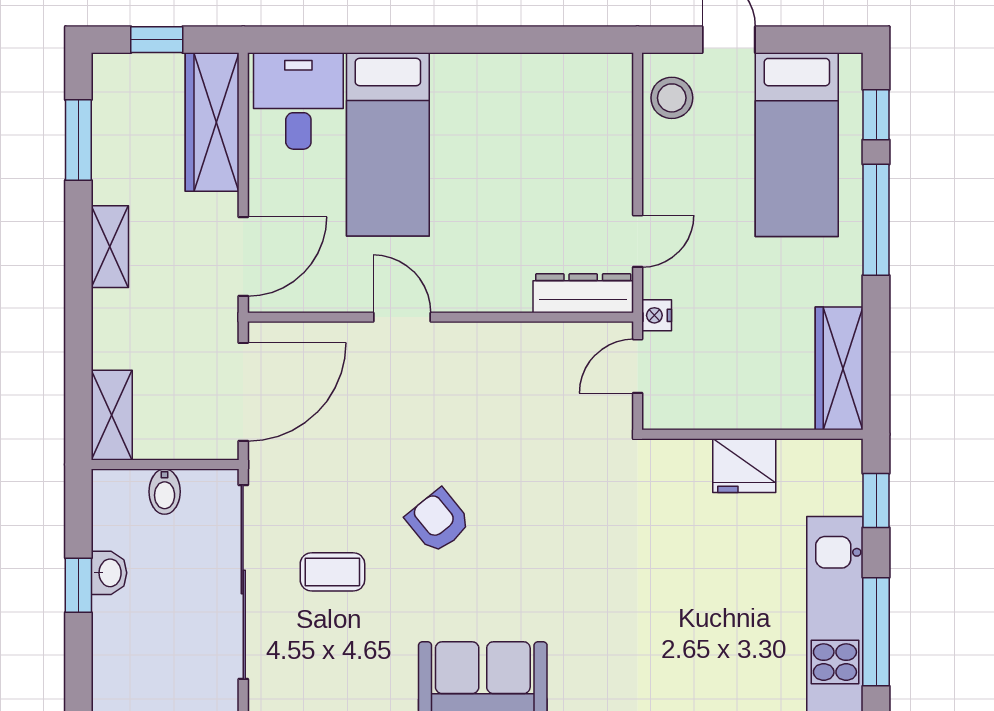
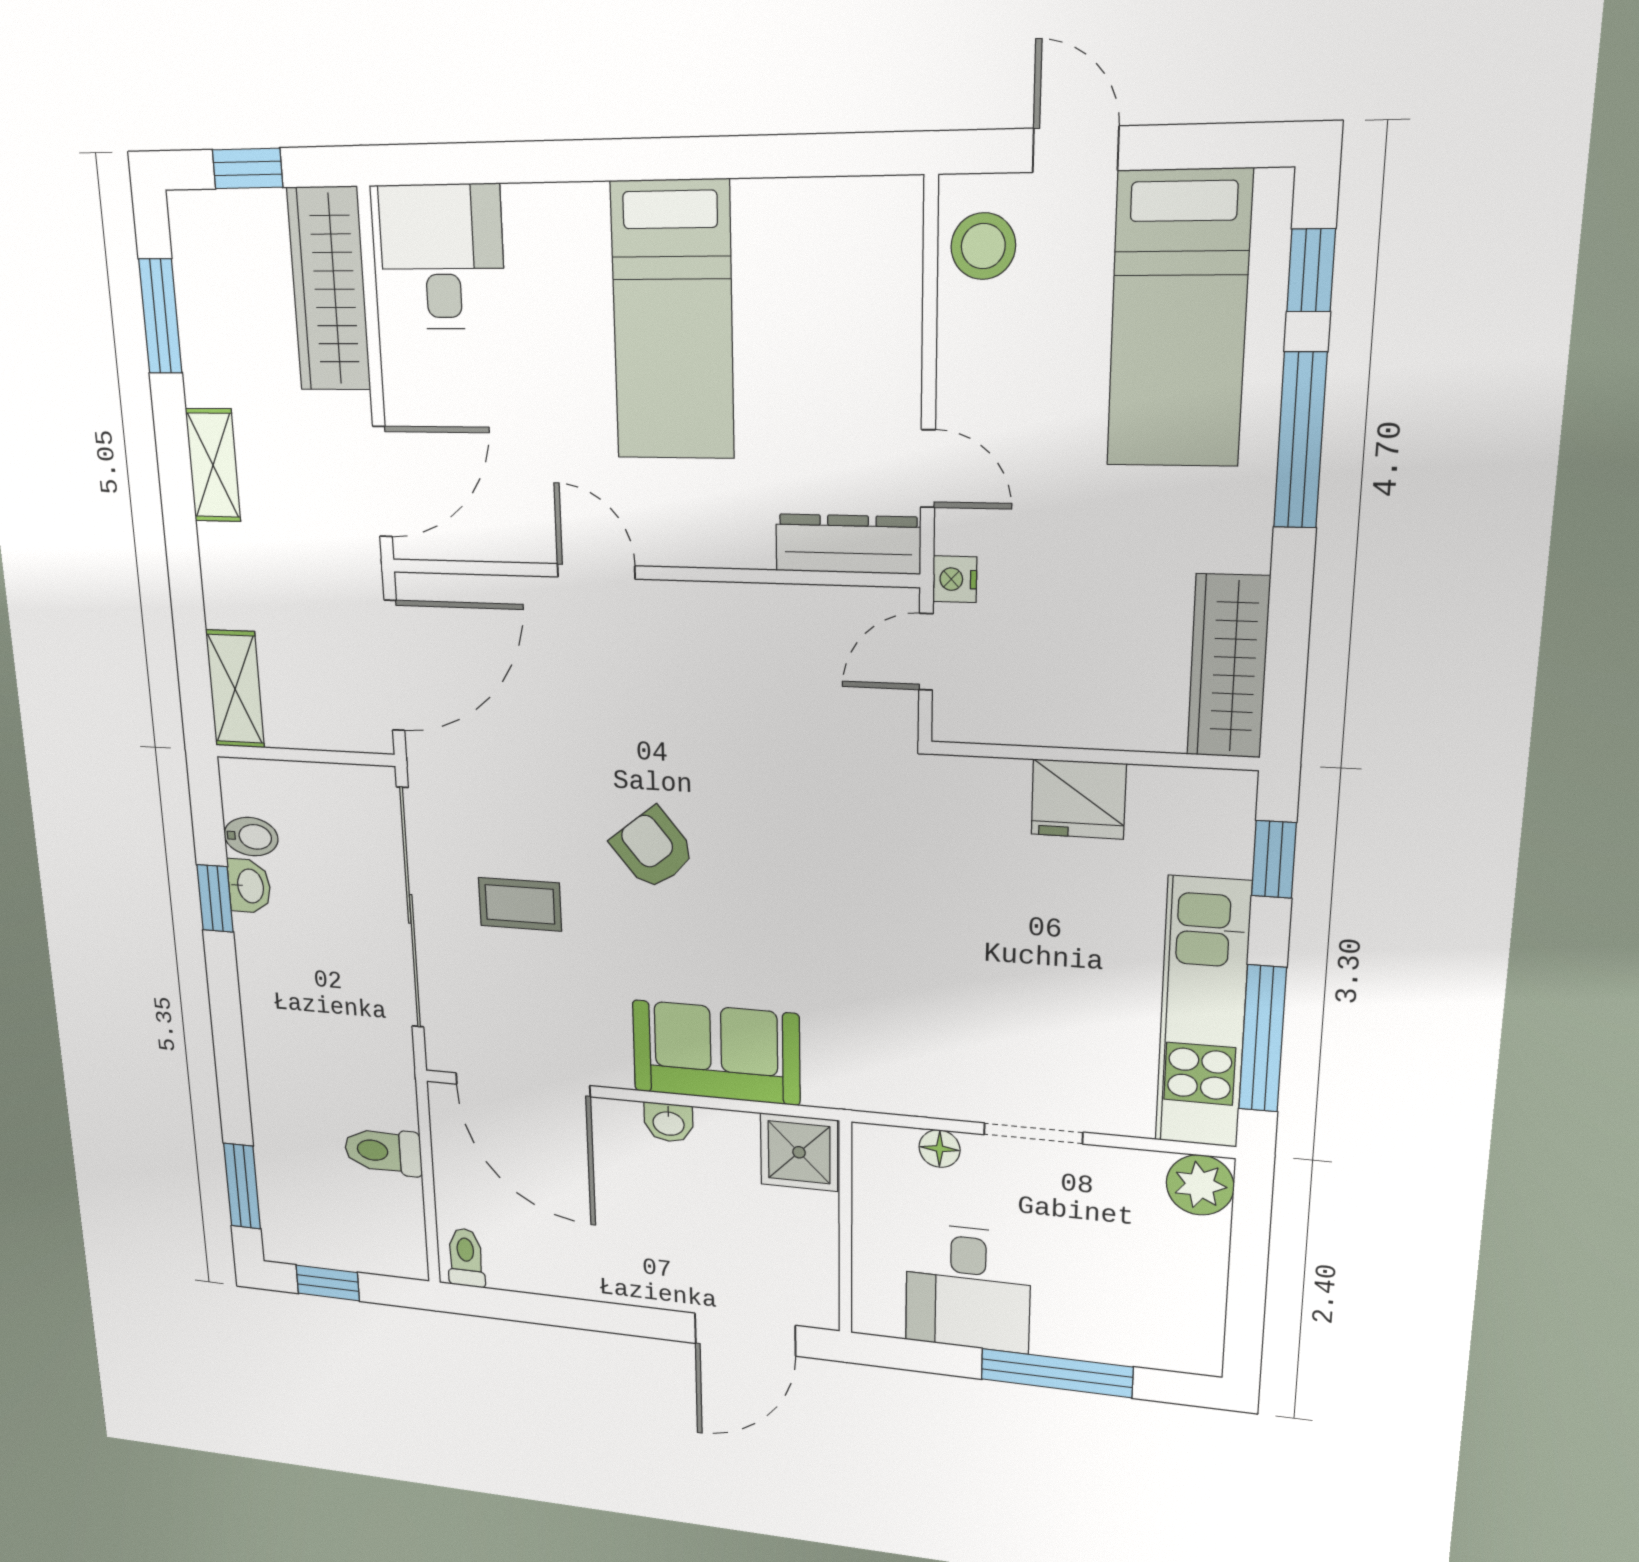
bed: (388, 144) -> (673, 321), moved
door: (638, 241) -> (928, 469), hinge flipped
bidet: (165, 492) -> (251, 837), moved, turned -90

